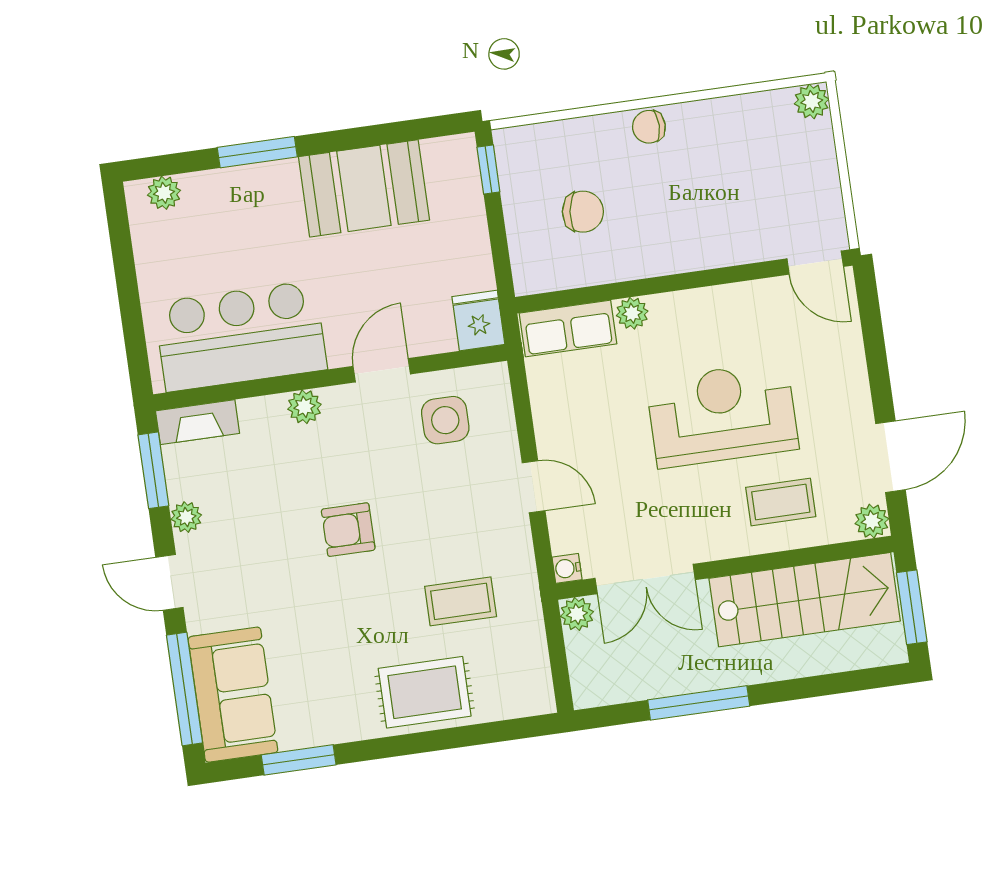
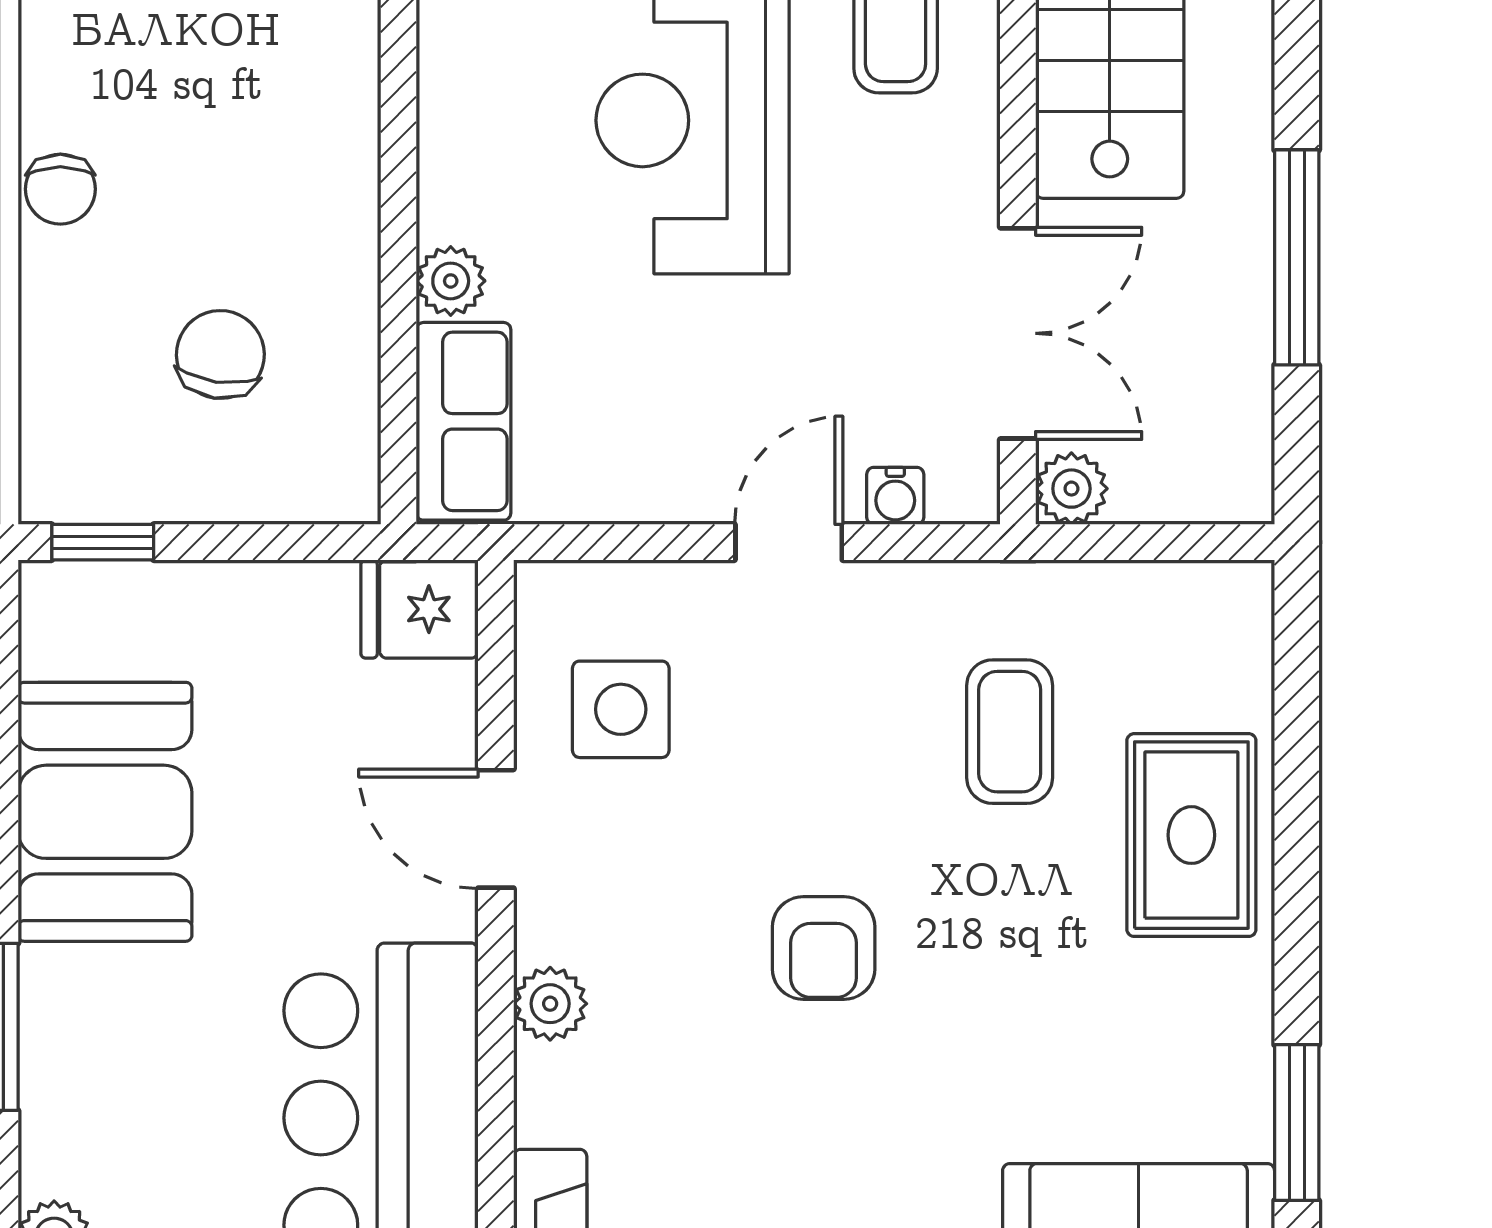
water cooler: (567, 568) -> (895, 496), moved

